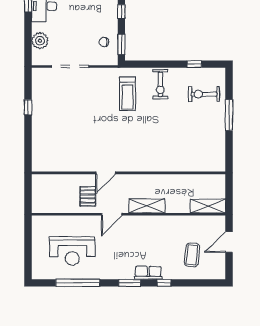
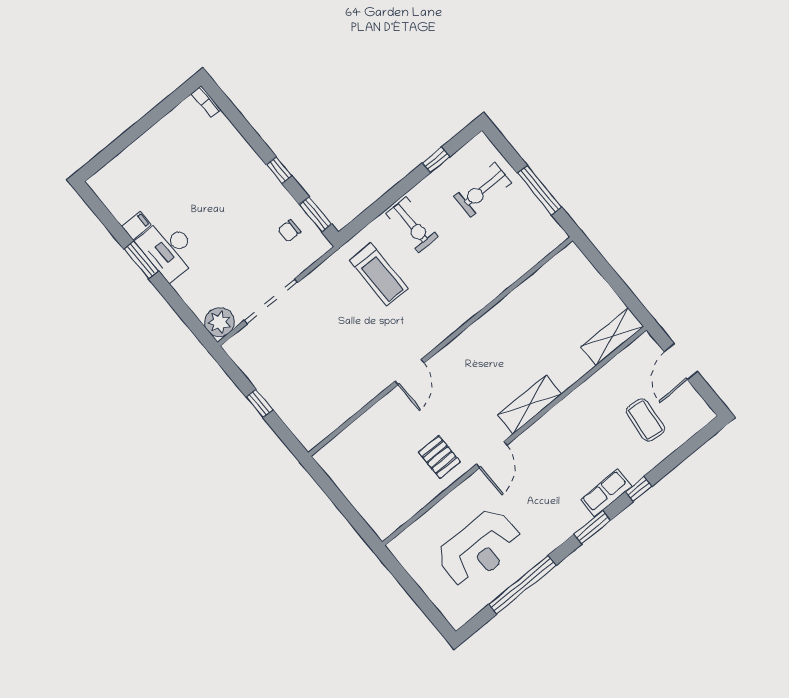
plant: (40, 41) -> (219, 322), moved
door: (106, 173) -> (410, 372), moved
wall: (128, 173) -> (441, 347), moved

